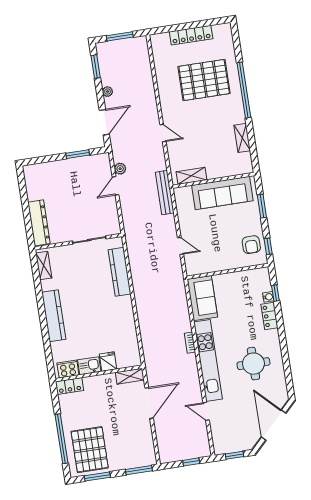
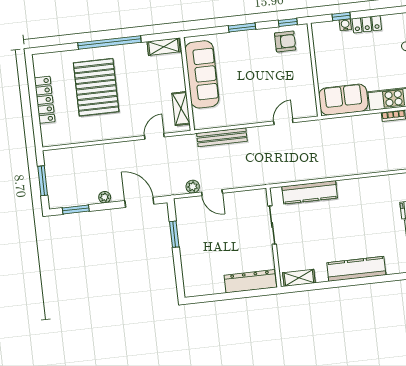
shelving: (192, 176) -> (181, 109), moved
wall: (213, 180) -> (187, 84), moved
sofa: (222, 193) -> (202, 74), moved

